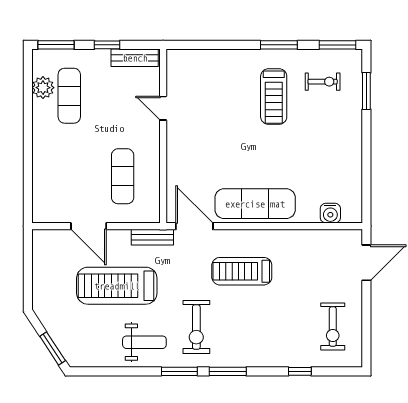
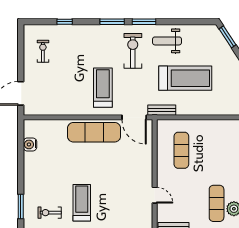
water cooler: (330, 213) -> (30, 144), moved, turned -90
door: (89, 226) -> (204, 117), removed
treadmill: (242, 271) -> (103, 88), turned -90
exercise bike: (333, 327) -> (43, 51), width x0.73, depth x0.72

